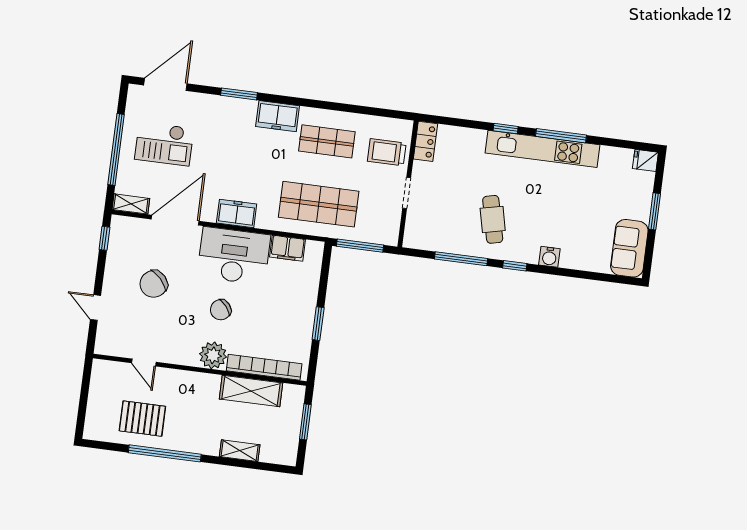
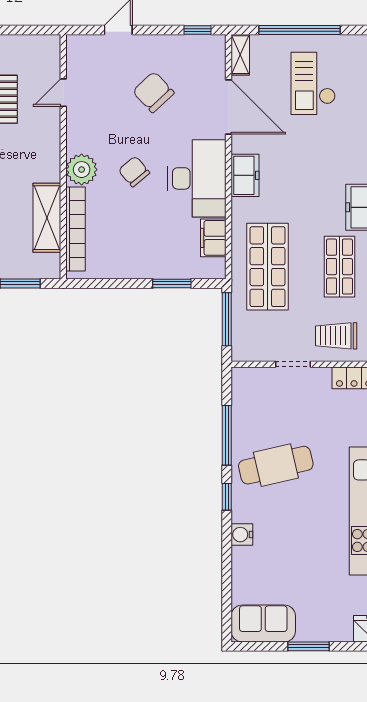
trolley: (387, 152) -> (336, 336), turned -90
cafe table: (493, 219) -> (276, 465), width x1.37, depth x1.35
window: (318, 324) -> (172, 283), moved

